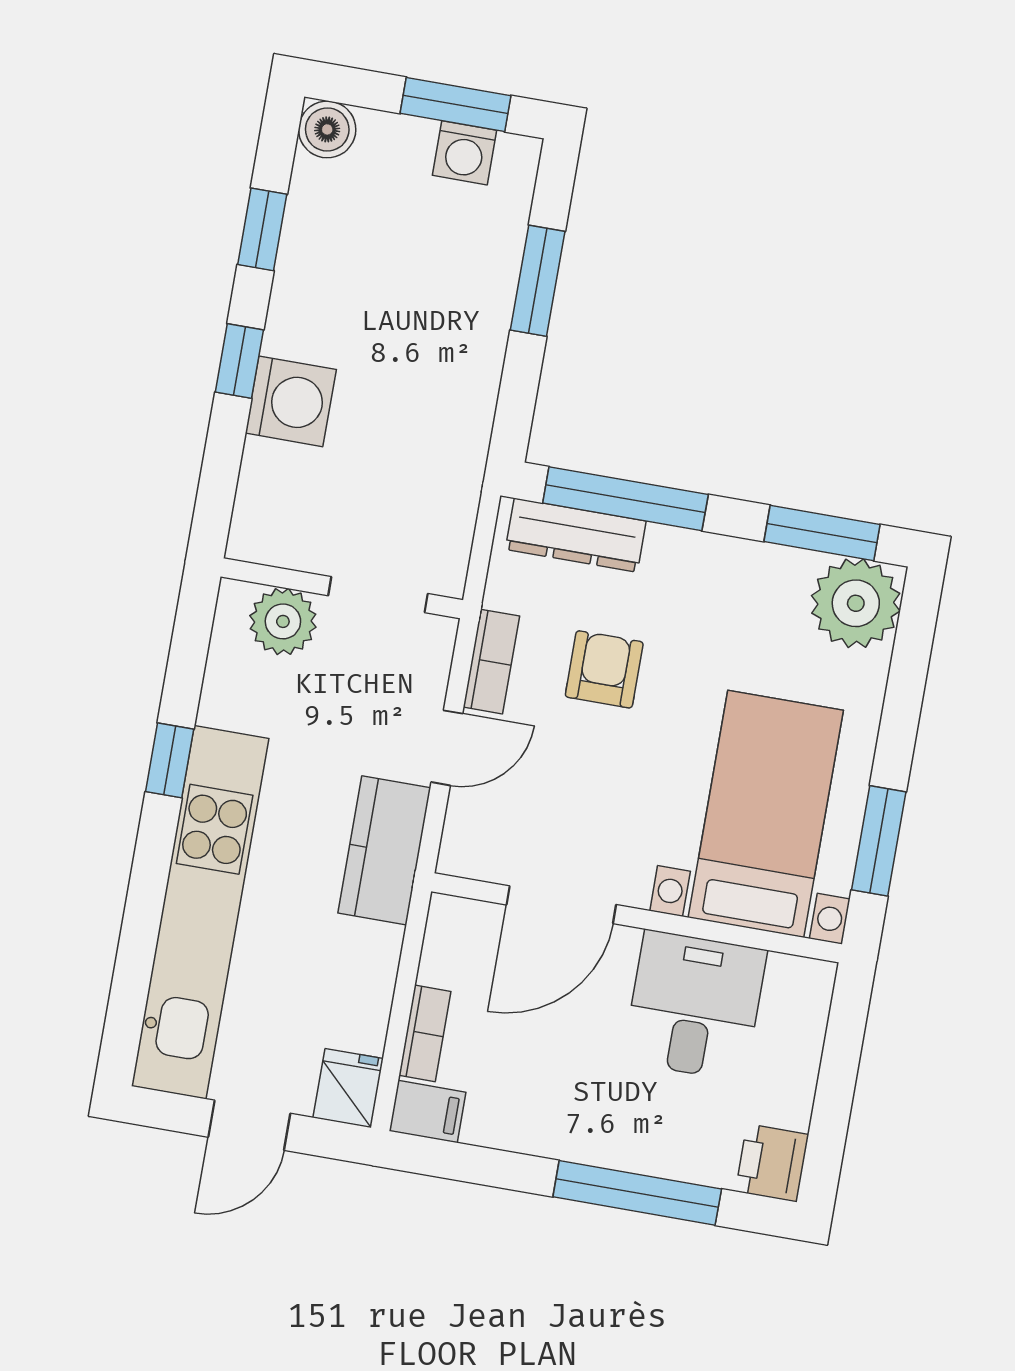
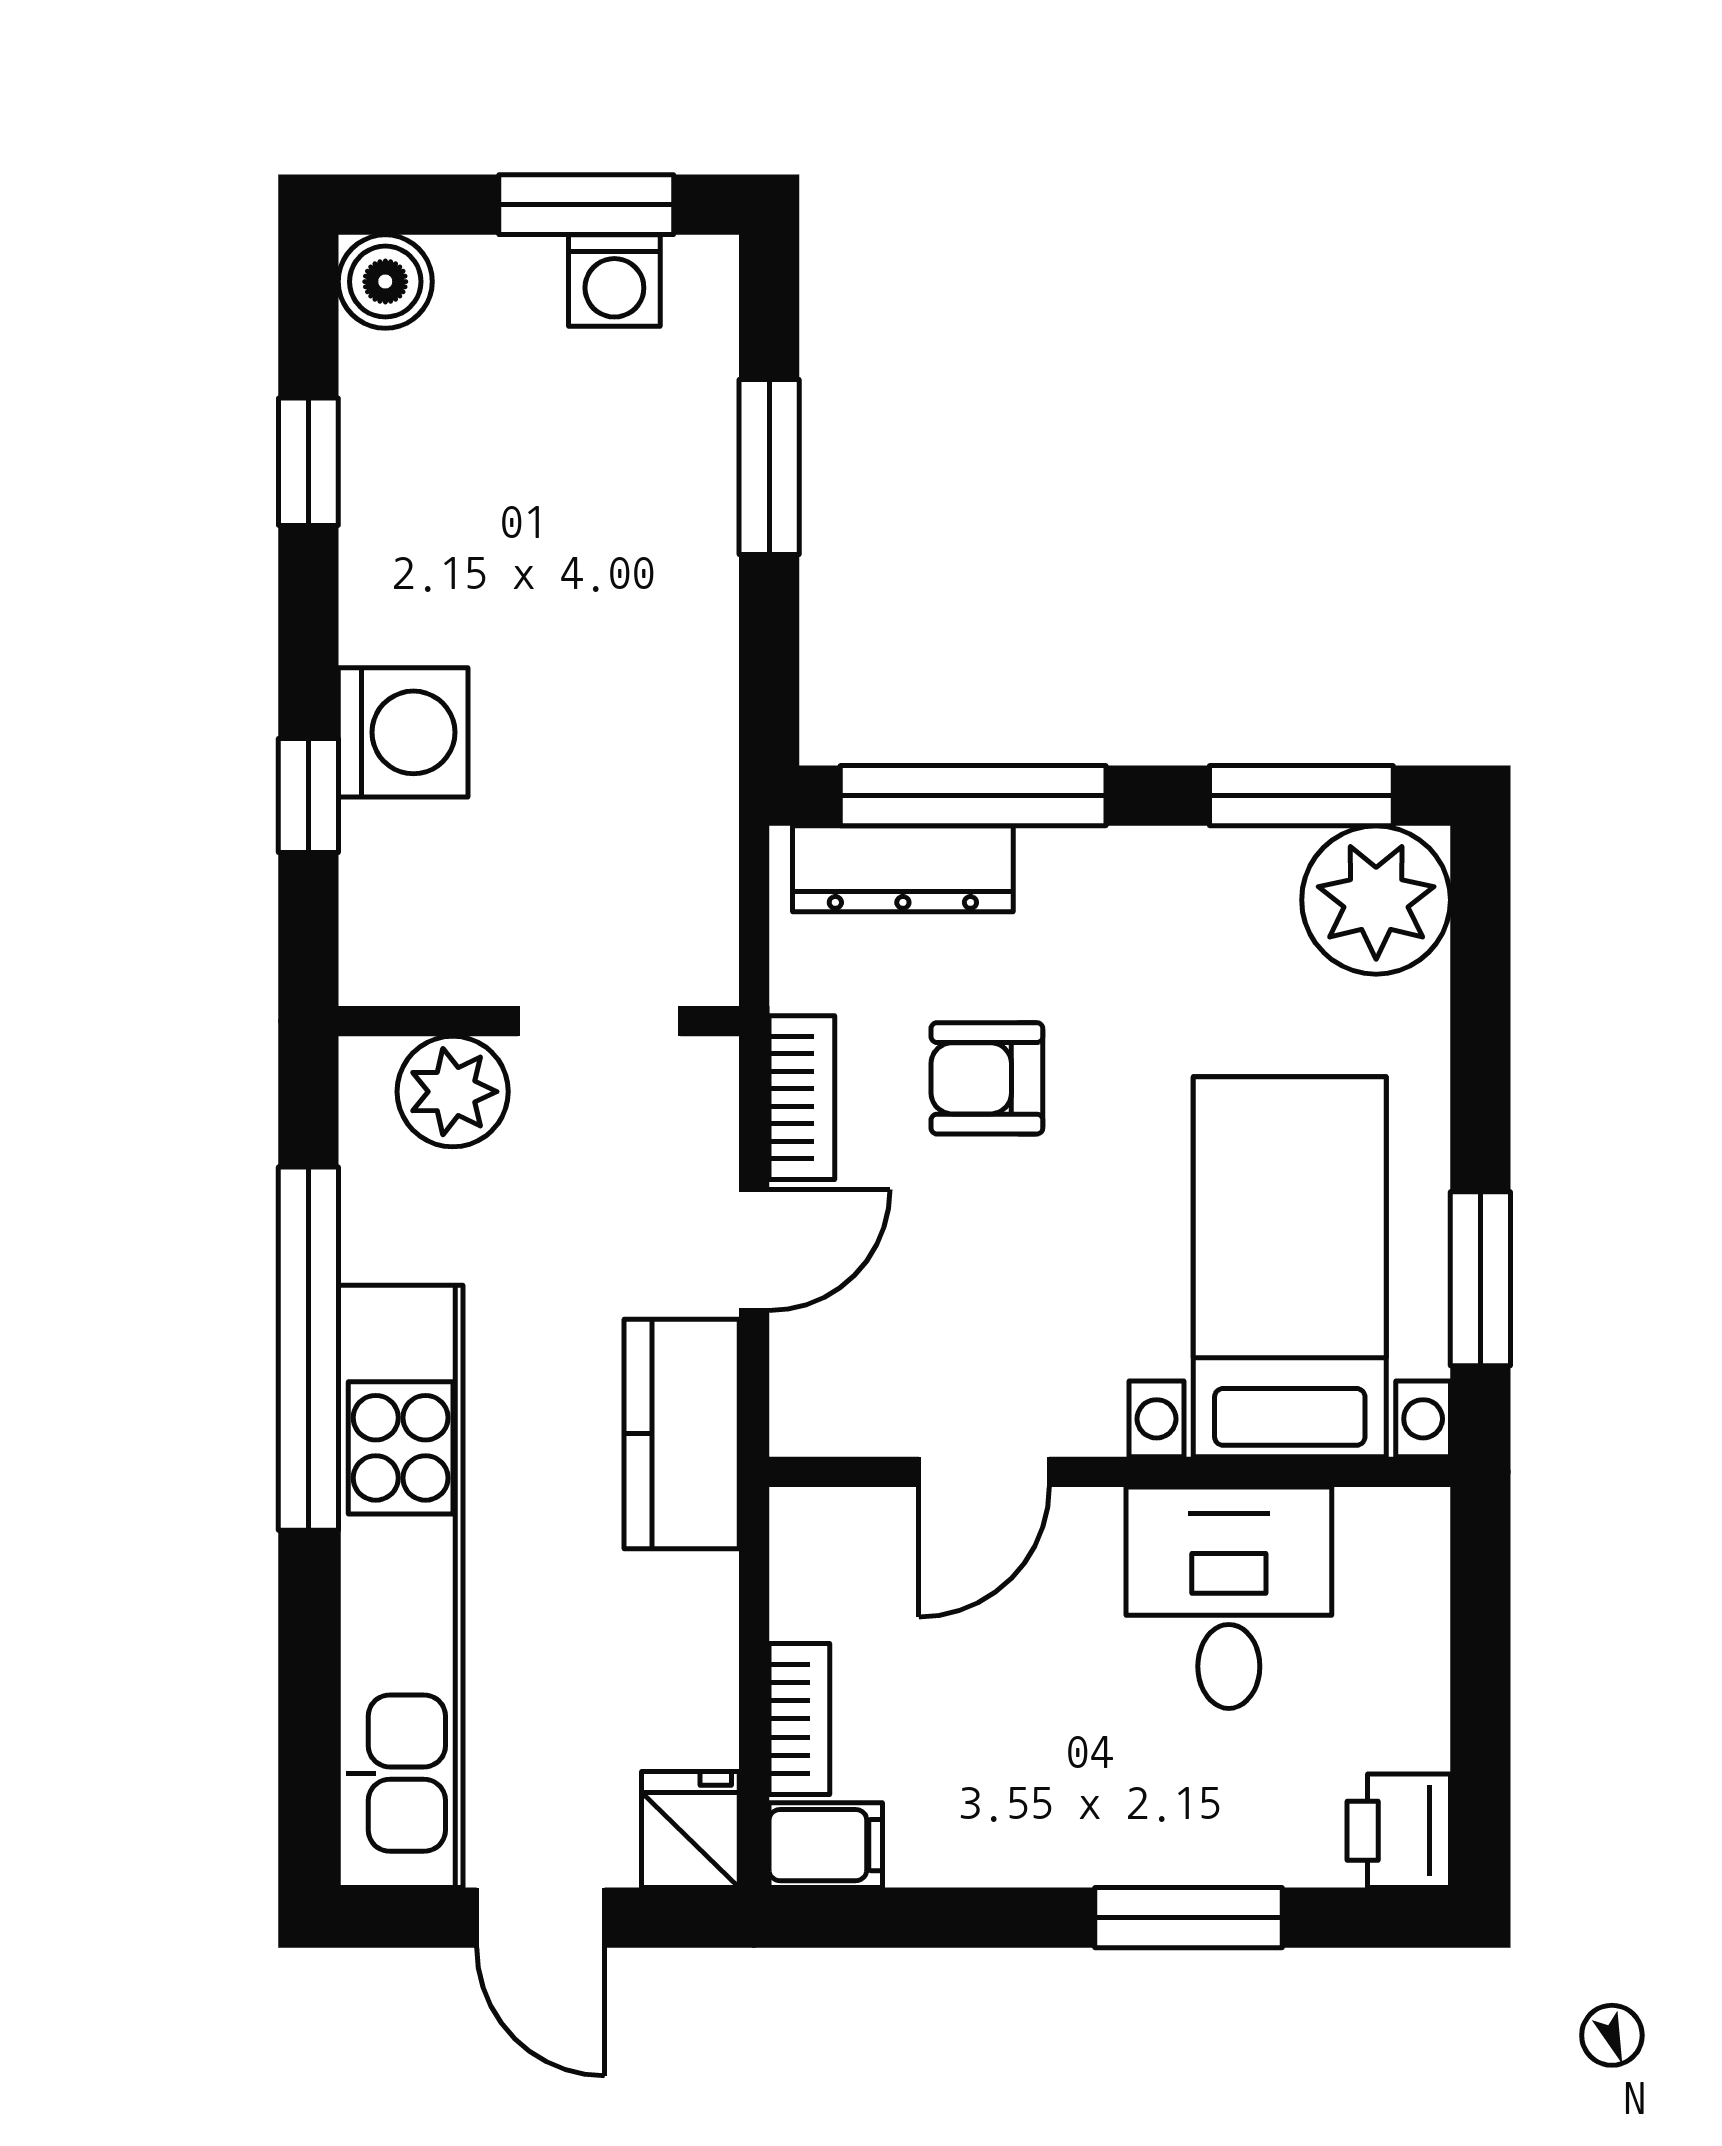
window: (239, 361) -> (308, 795), moved
armchair: (604, 669) -> (987, 1078), turned -90
window: (170, 760) -> (308, 1349), width x3.17
door: (561, 905) -> (984, 1472), width x0.73
door: (249, 1125) -> (541, 1918), hinge flipped
window: (637, 1193) -> (1189, 1918), width x0.69

